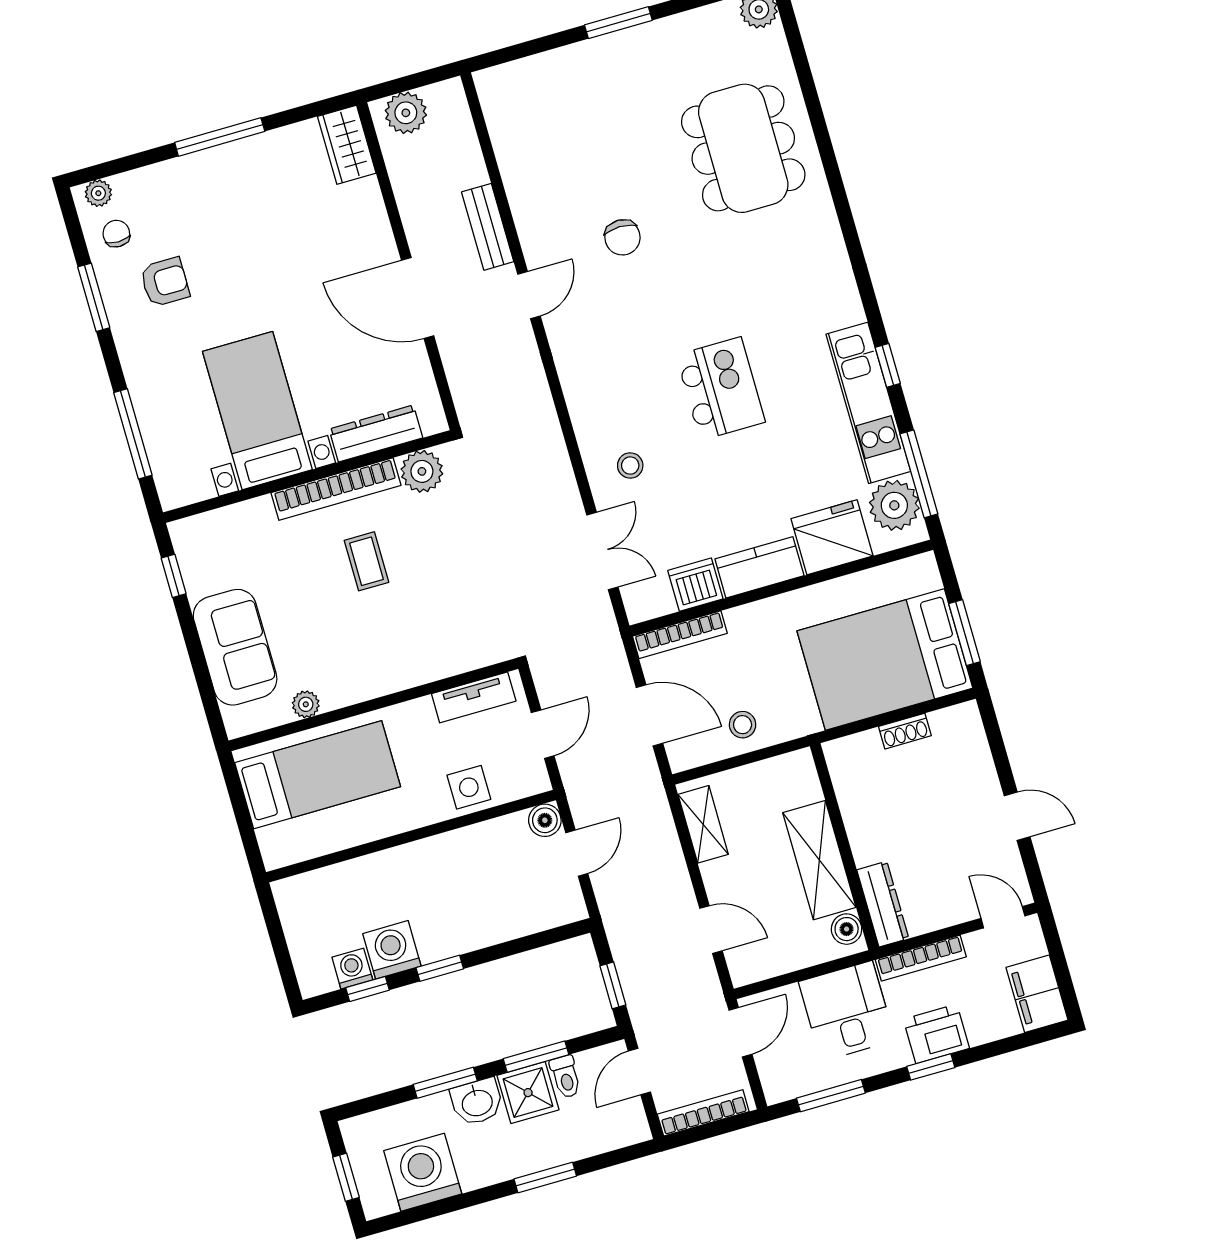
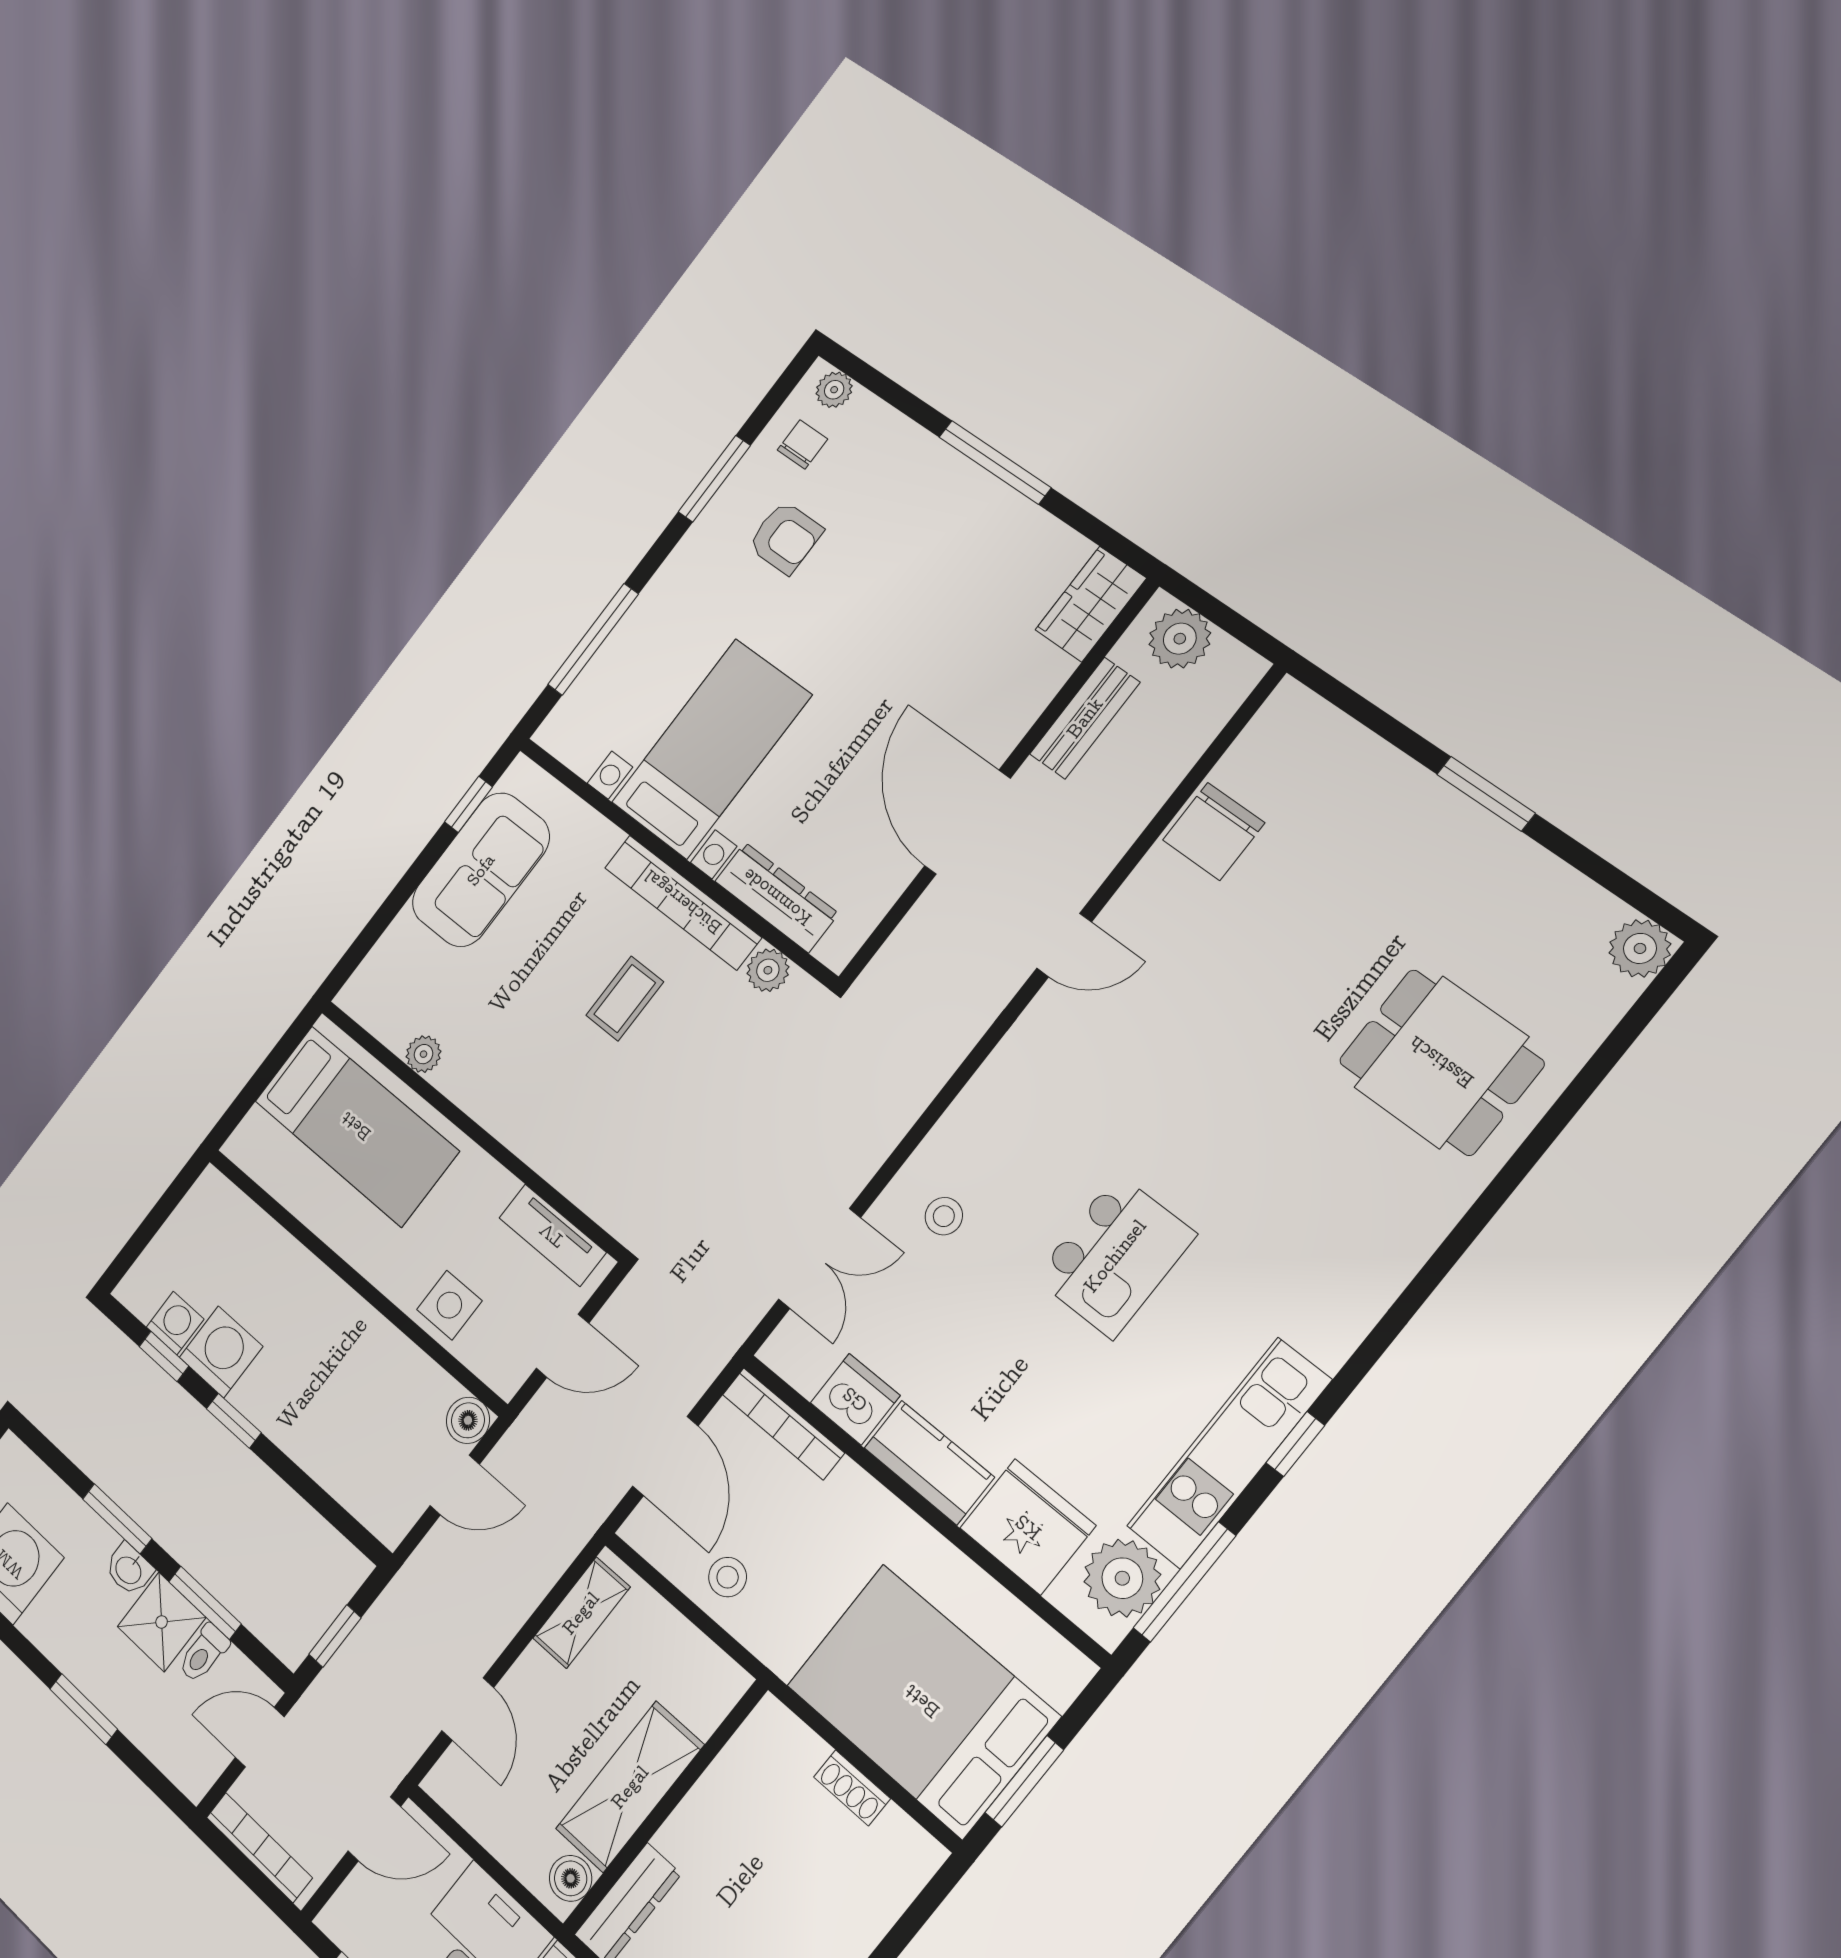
dining table: (743, 148) -> (1441, 1062), width x0.73
bench: (488, 227) -> (1085, 718), moved
chair: (622, 237) -> (1214, 831), moved, width x1.37, depth x1.37
plant: (422, 471) -> (768, 970), width x0.73, depth x0.73
sofa: (235, 647) -> (481, 870), moved
washbasin: (477, 1102) -> (129, 1569), width x0.72, depth x0.69

